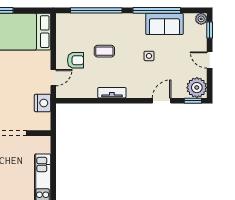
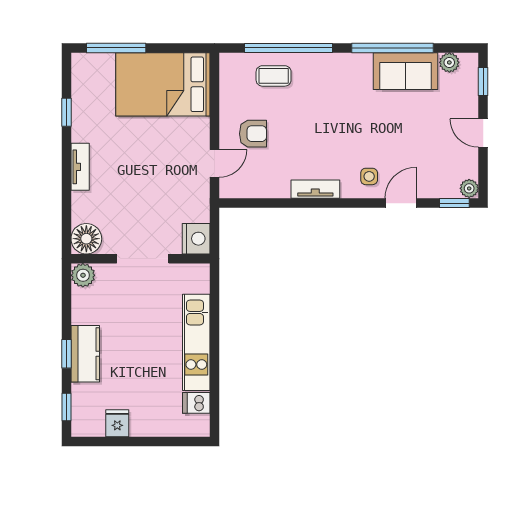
plant: (201, 19) -> (449, 62), moved
coffee table: (104, 51) -> (274, 76), moved
side table: (149, 56) -> (369, 176), moved
plant: (197, 88) -> (469, 188), width x0.53, depth x0.53
nightstand: (42, 103) -> (196, 239), moved

